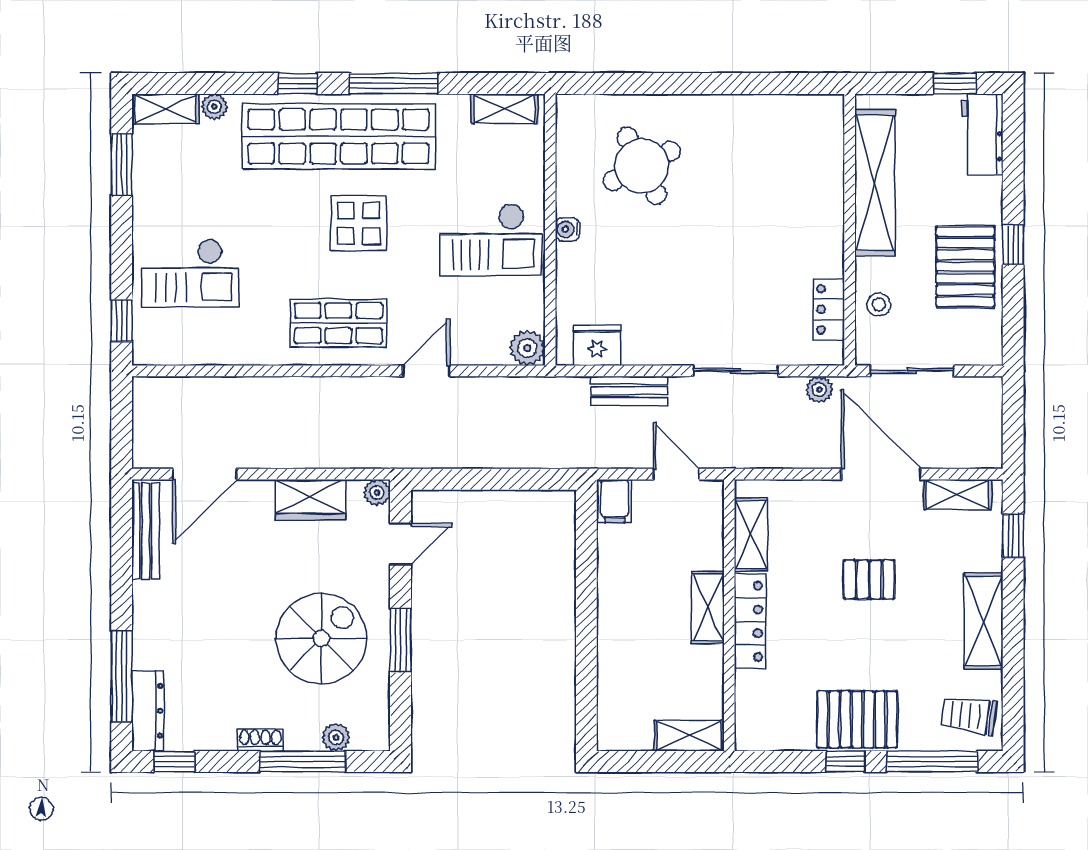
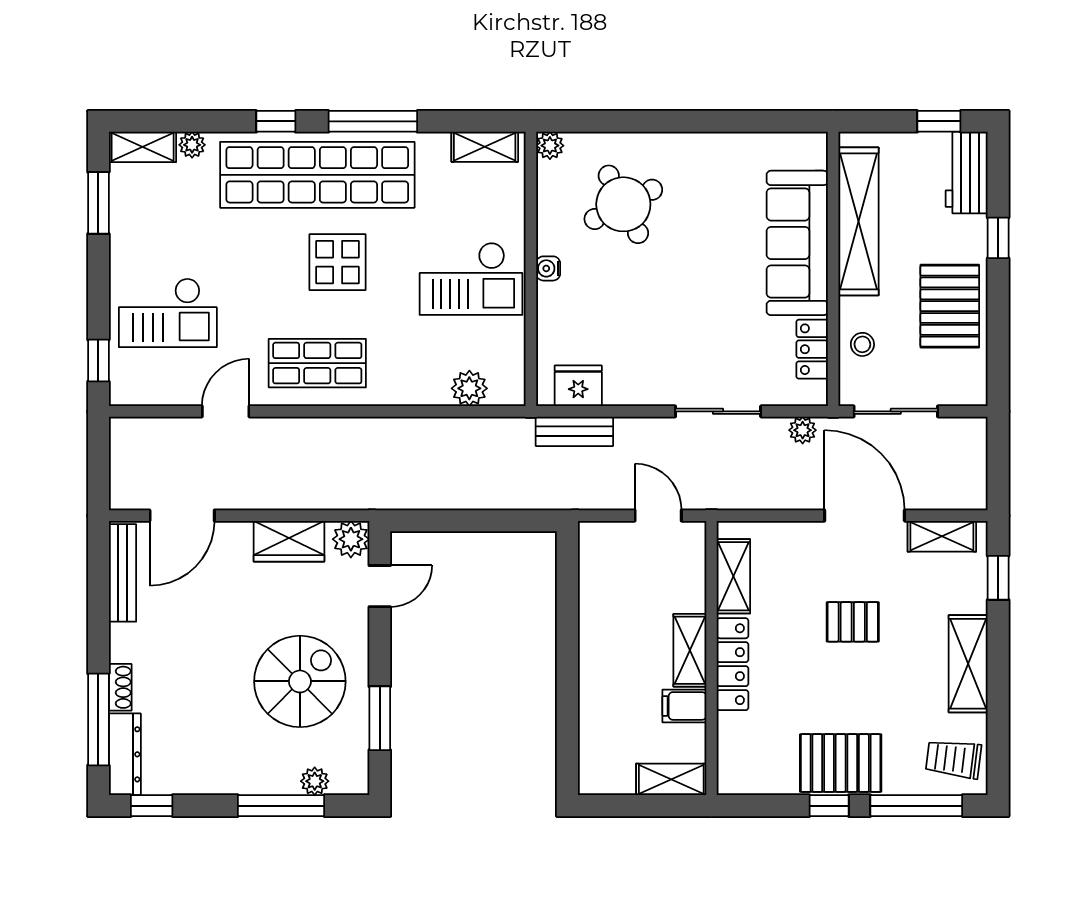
plant: (569, 107) -> (550, 146), added
sofa: (814, 204) -> (797, 243), added
window: (1013, 245) -> (998, 238), moved
plant: (527, 348) -> (469, 388), moved
door: (426, 371) -> (226, 411), moved
bench: (629, 391) -> (574, 431), moved
plant: (377, 493) -> (351, 539), width x1.38, depth x1.38
filing cabinet: (615, 501) -> (684, 706), moved, turned 90
window: (400, 640) -> (380, 718), moved
shoe rack: (260, 740) -> (120, 687), moved, turned 90

